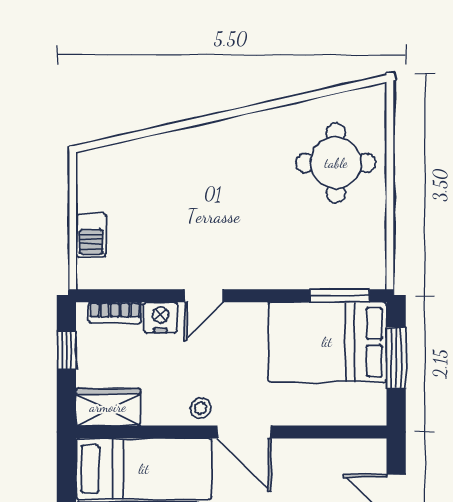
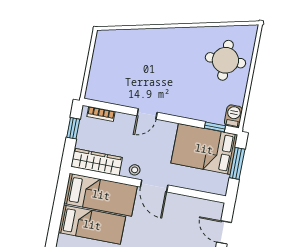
barbecue: (91, 235) -> (233, 116), moved, turned 180
window: (340, 296) -> (215, 127), width x0.67
nightstand: (160, 317) -> (123, 121), removed
wardrobe: (108, 407) -> (97, 162), width x1.50

